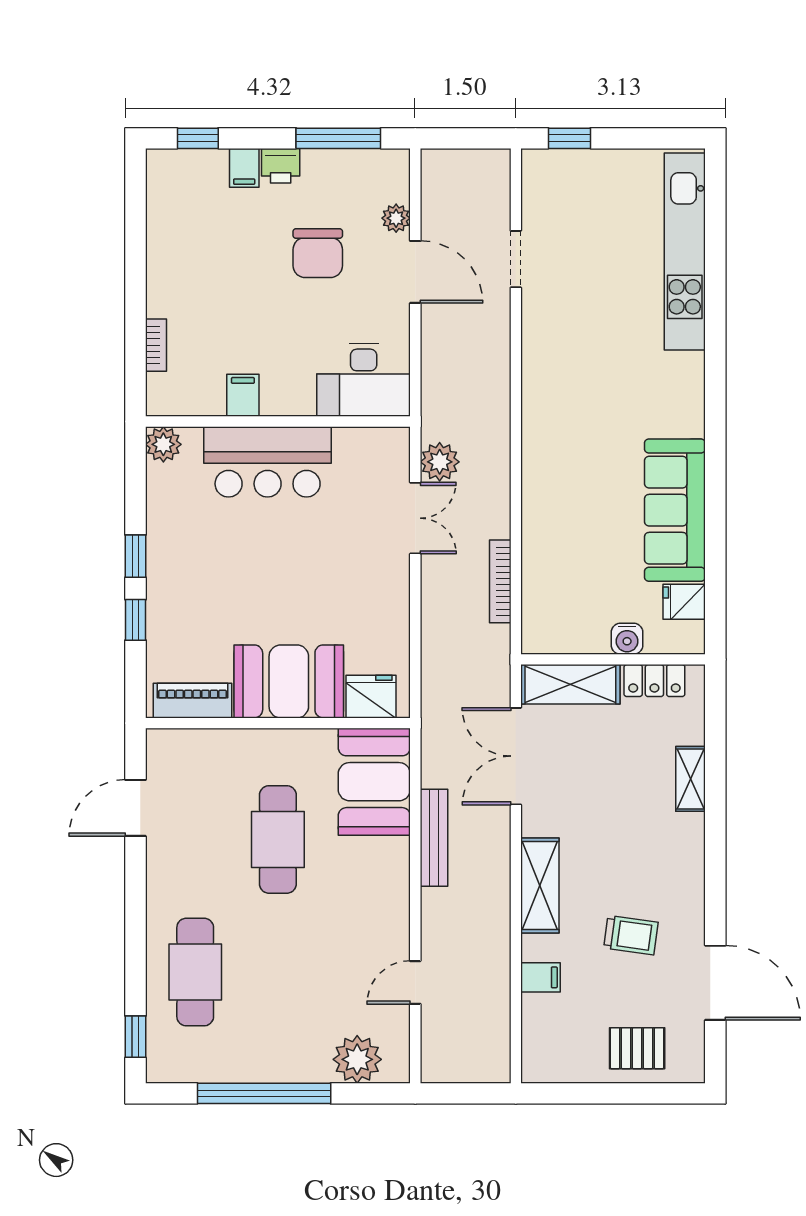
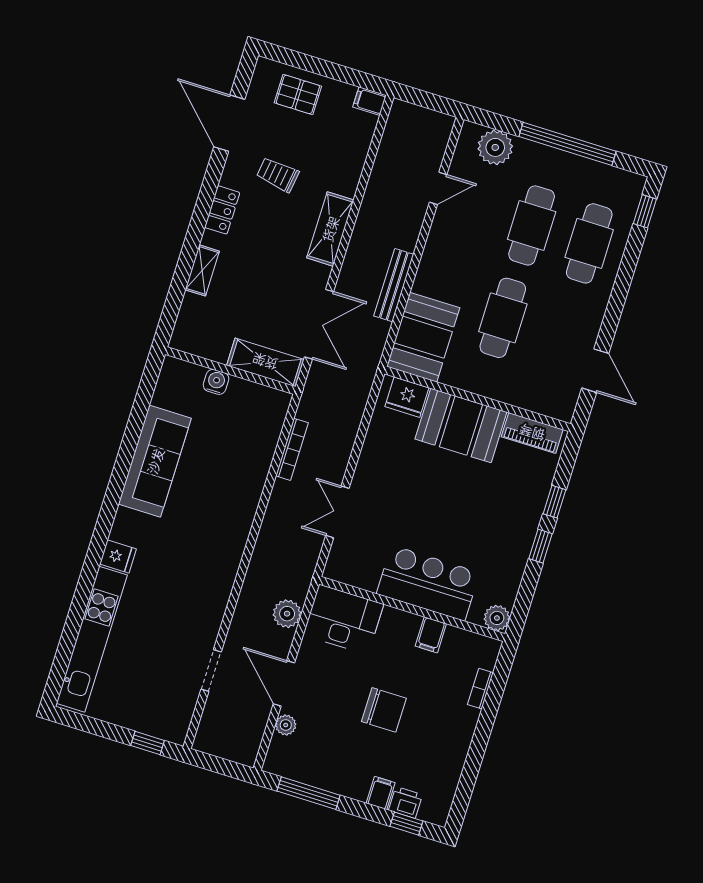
printer: (281, 166) -> (405, 802), moved
chair: (318, 253) -> (384, 710), moved, turned 90
plant: (440, 462) -> (287, 614), moved
fridge: (684, 602) -> (118, 556), moved
locker: (654, 681) -> (222, 210), moved, turned 90
door: (135, 808) -> (595, 371), hinge flipped
cafe table: (278, 972) -> (532, 225), added
filing cabinet: (540, 977) -> (370, 101), moved

